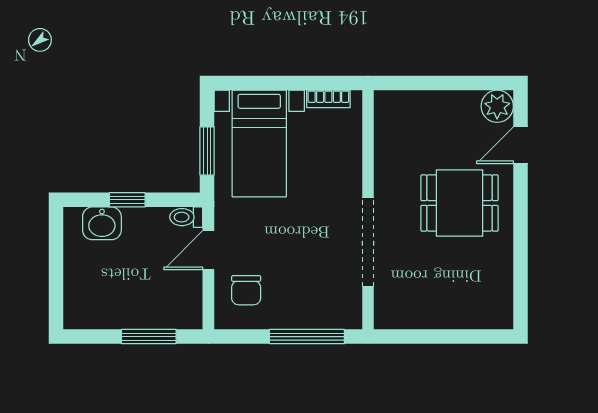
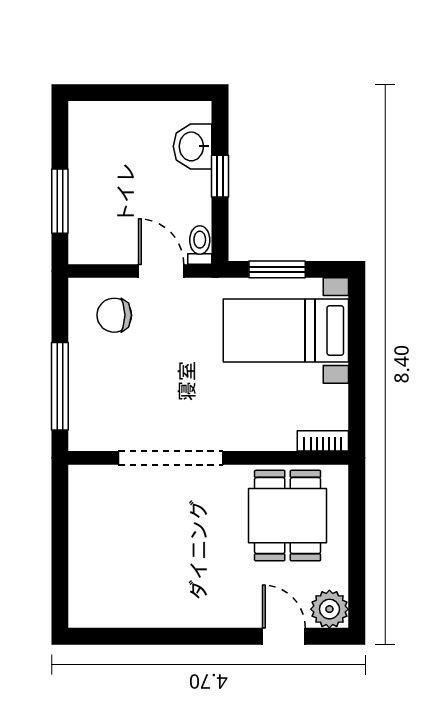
bookcase: (328, 99) -> (323, 441), moved, turned 90
dining table: (460, 203) -> (288, 516), moved

